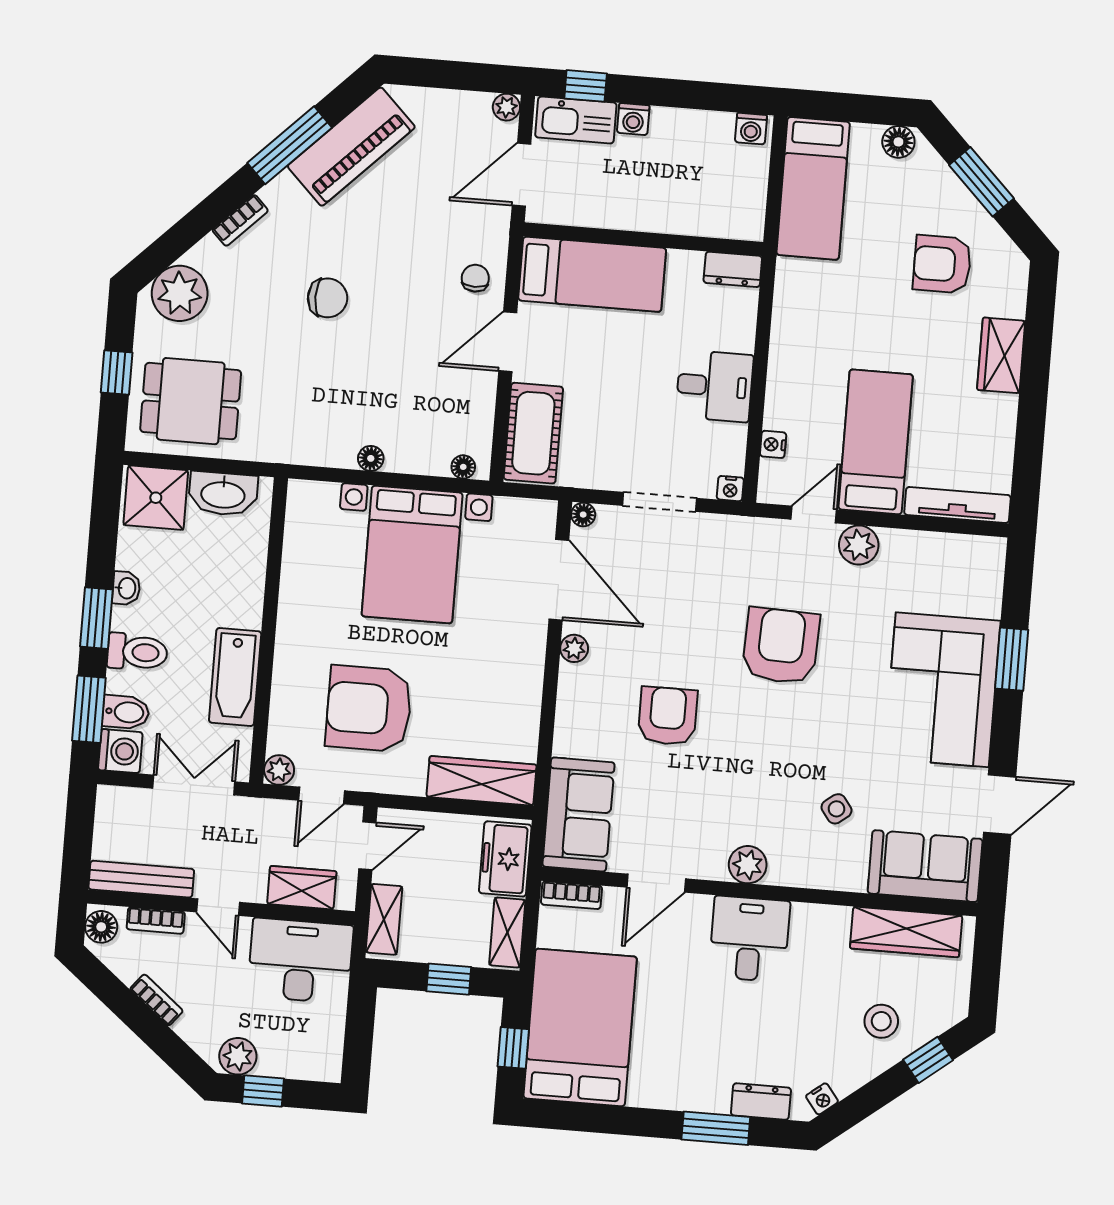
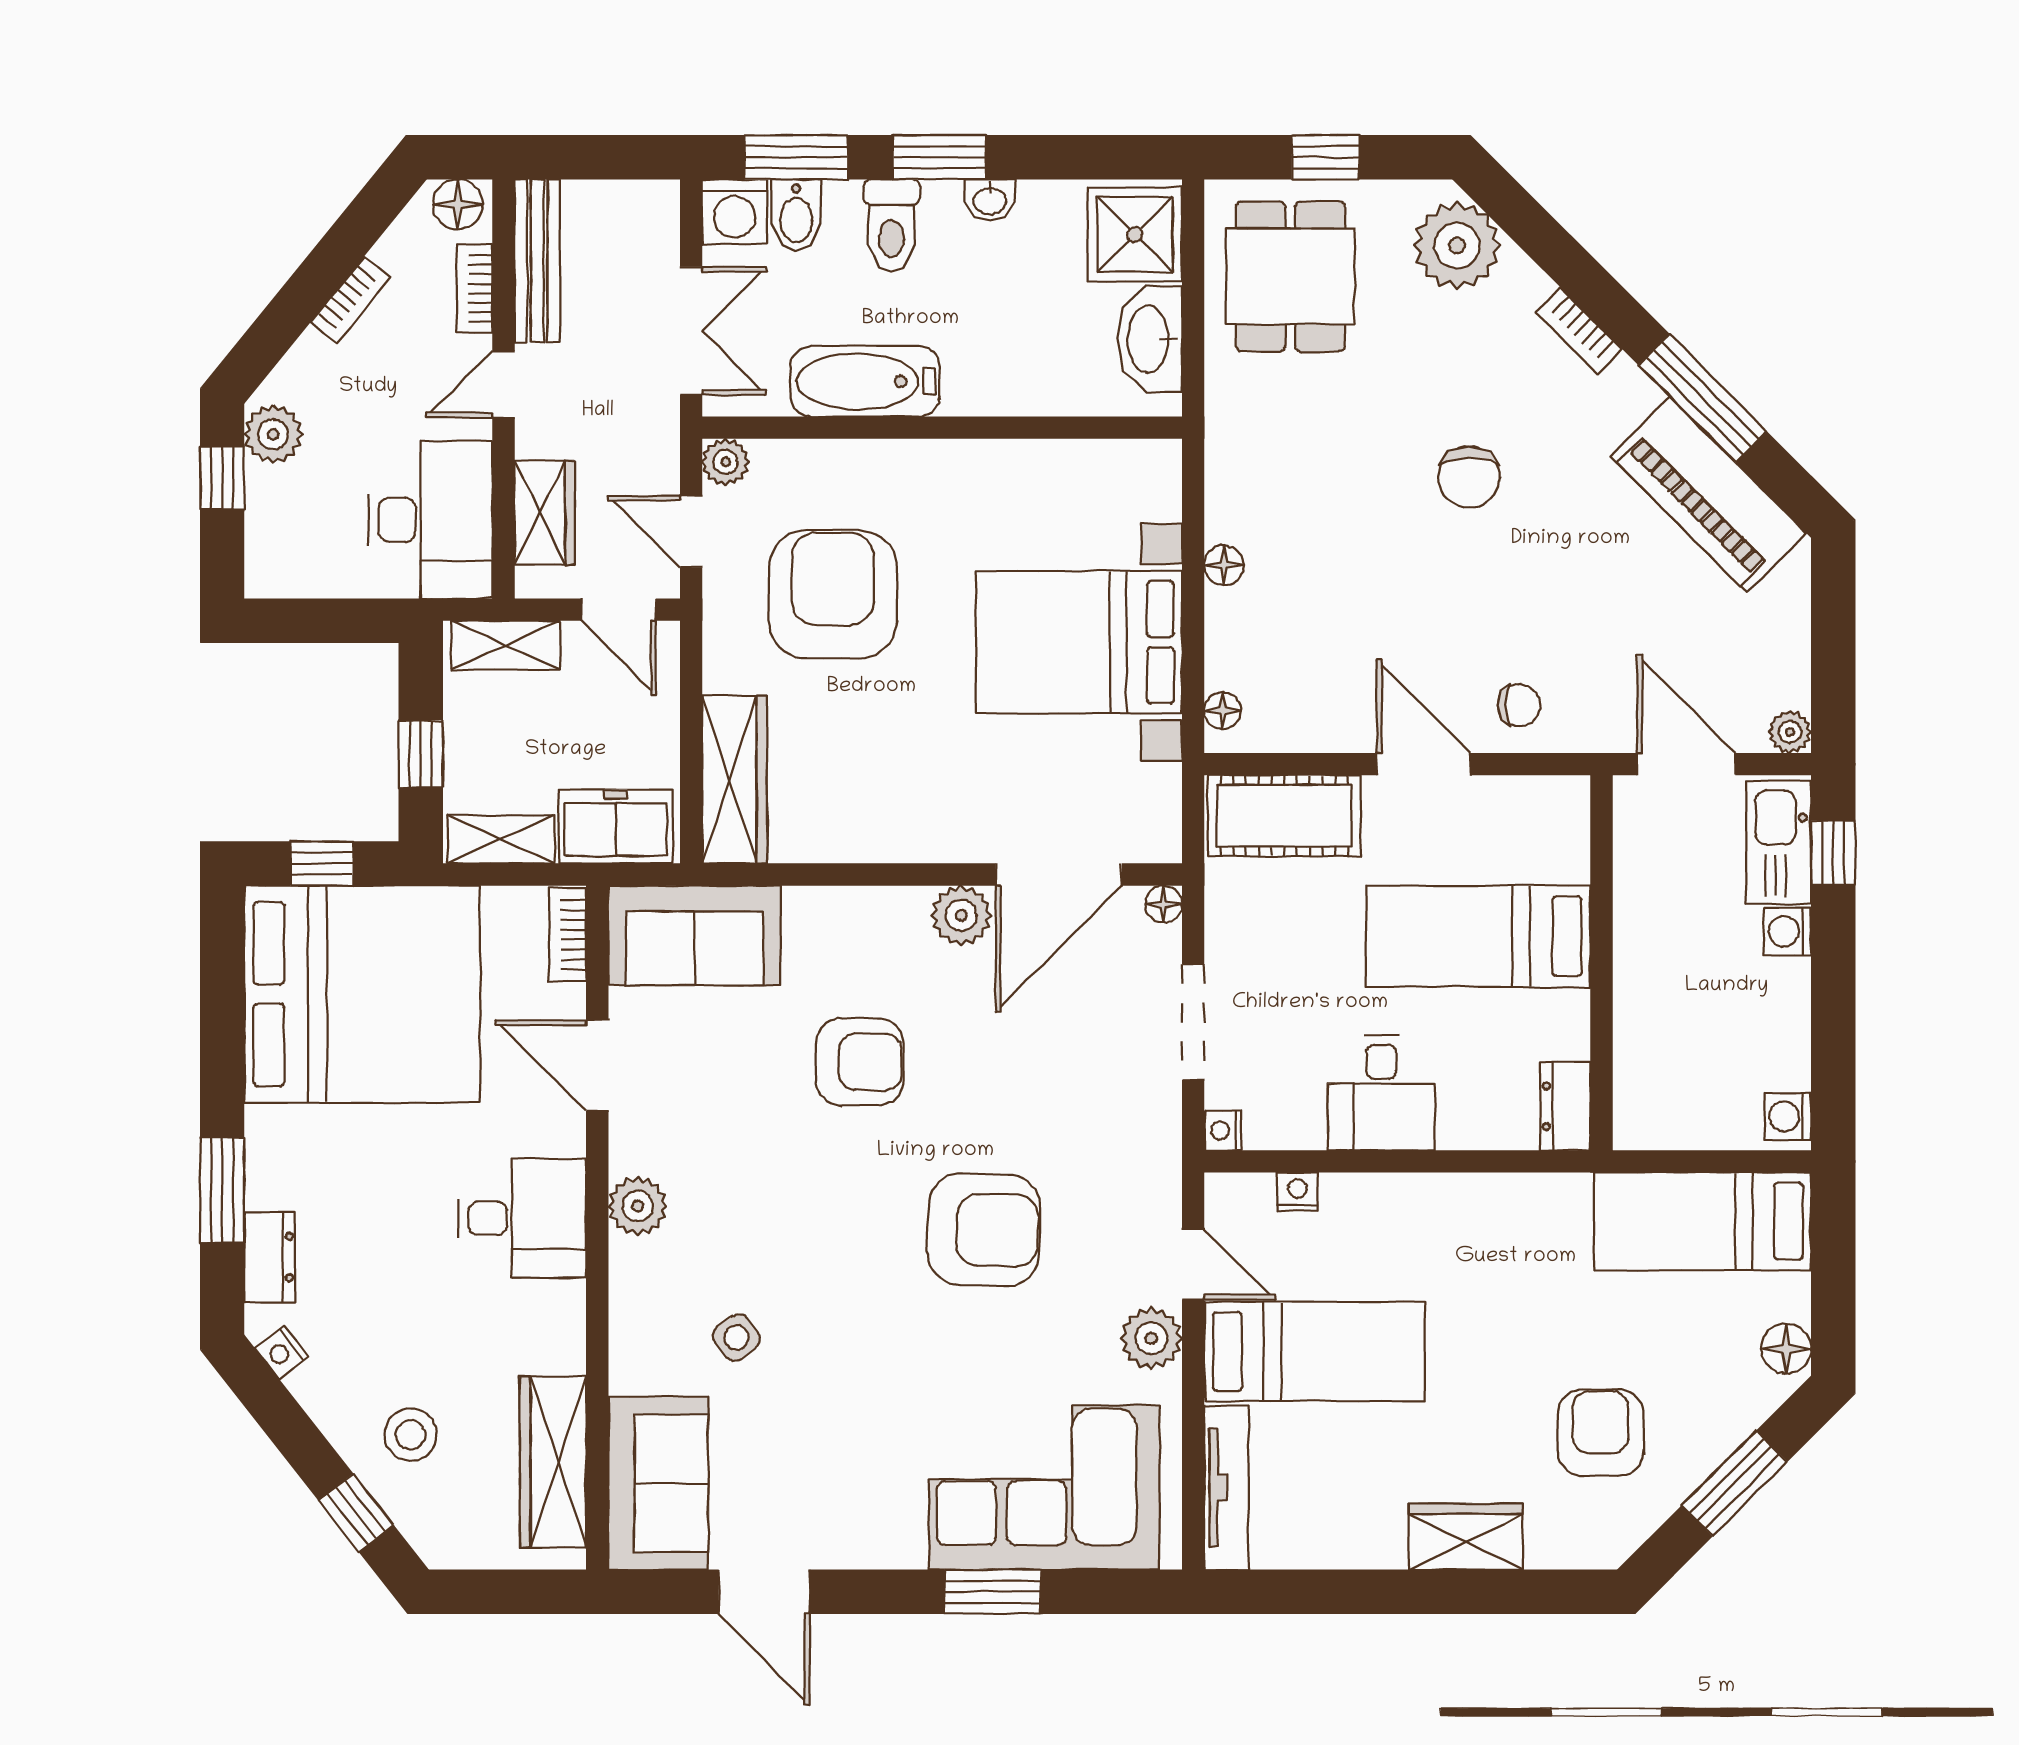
bed: (592, 274) -> (1478, 936), moved, turned 90
plant: (574, 648) -> (961, 915), width x1.38, depth x1.38
corner sofa: (942, 690) -> (1044, 1487), moved
bed: (580, 1027) -> (362, 994), width x1.36

